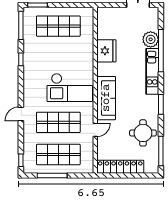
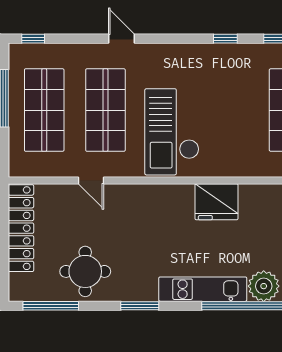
fridge: (106, 51) -> (216, 202), moved
sofa: (106, 98) -> (152, 201), removed

